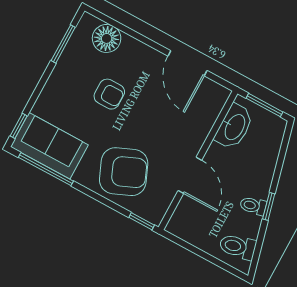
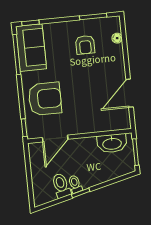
floor lamp: (107, 38) -> (117, 38), width x0.53, depth x0.53
armchair: (109, 94) -> (85, 45), moved
armchair: (124, 172) -> (45, 99), turned -67
door: (190, 175) -> (55, 138), moved
toilet: (238, 247) -> (61, 186), moved

